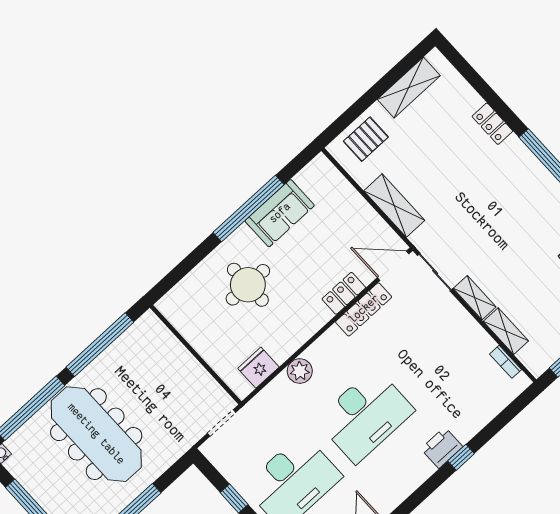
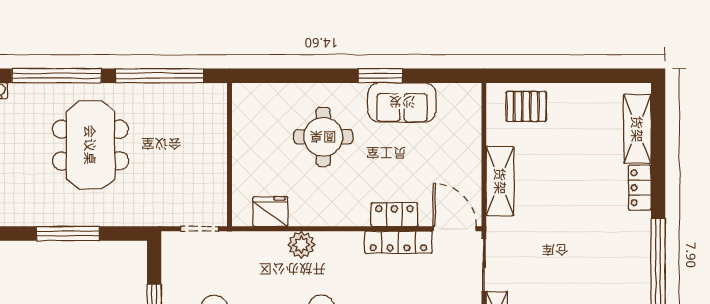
shelving: (409, 88) -> (637, 129), moved, turned 90
window: (249, 209) -> (380, 76), width x0.47
meeting table: (96, 434) -> (90, 145), width x0.73

